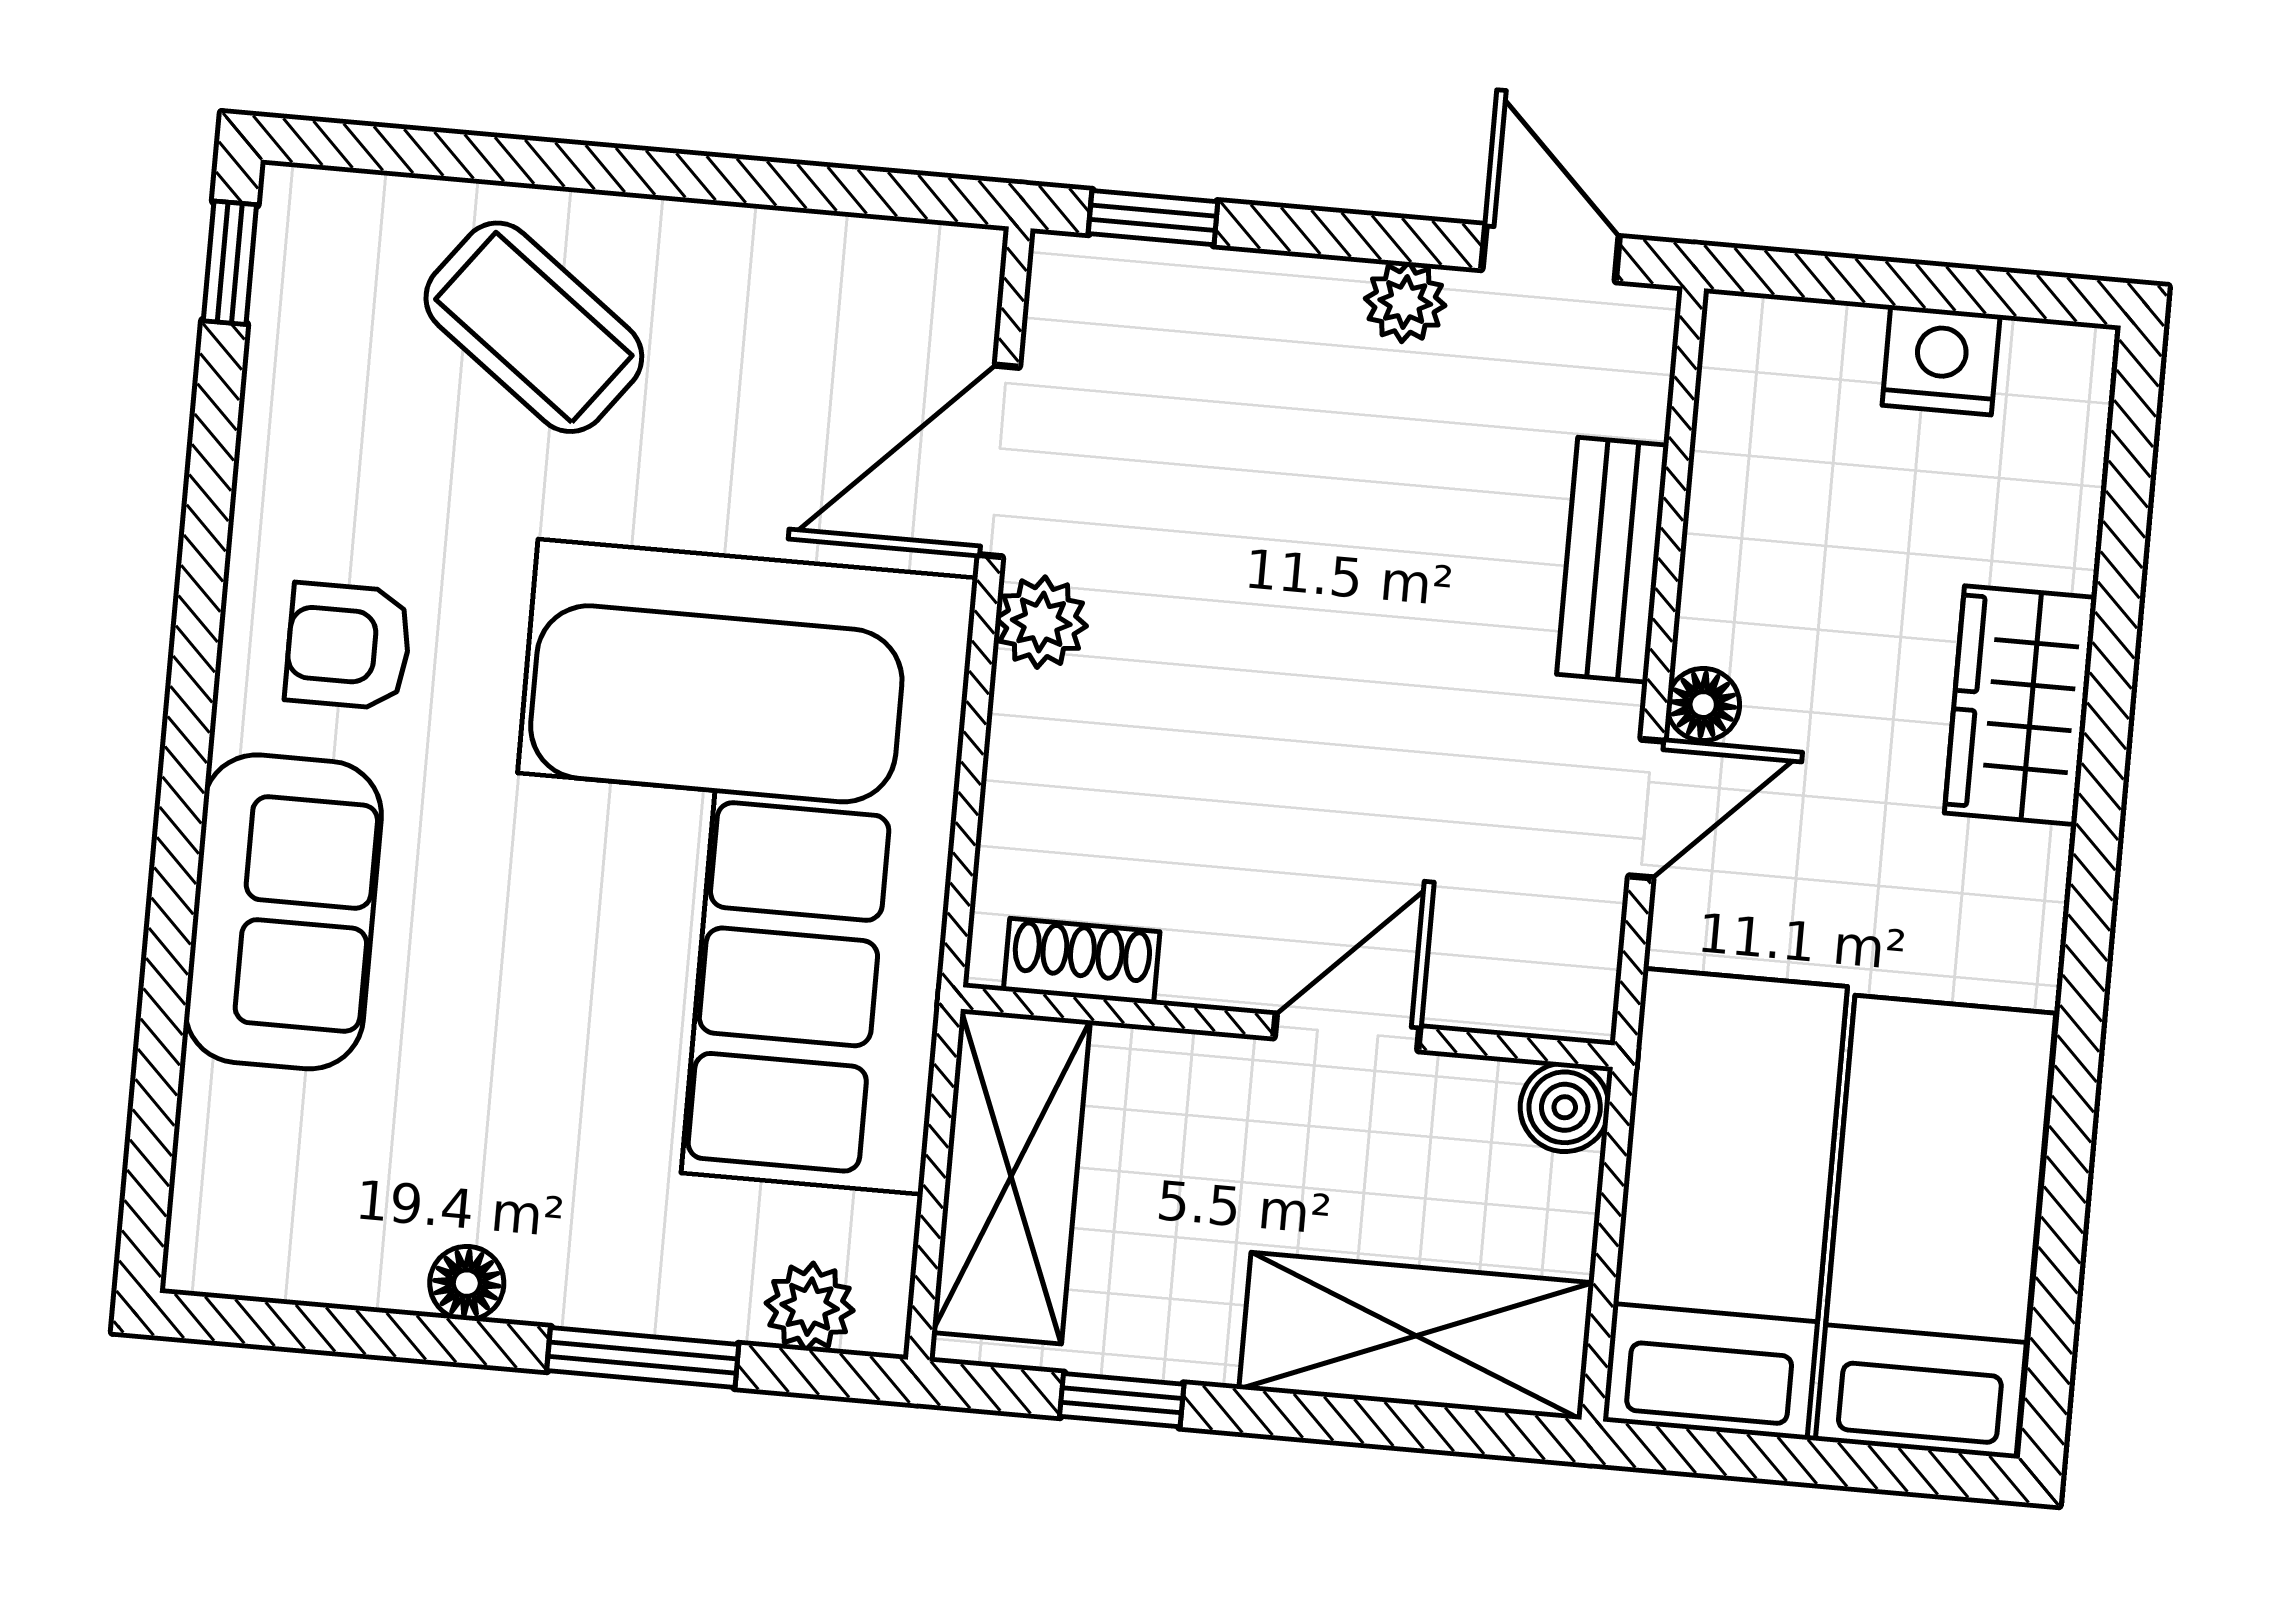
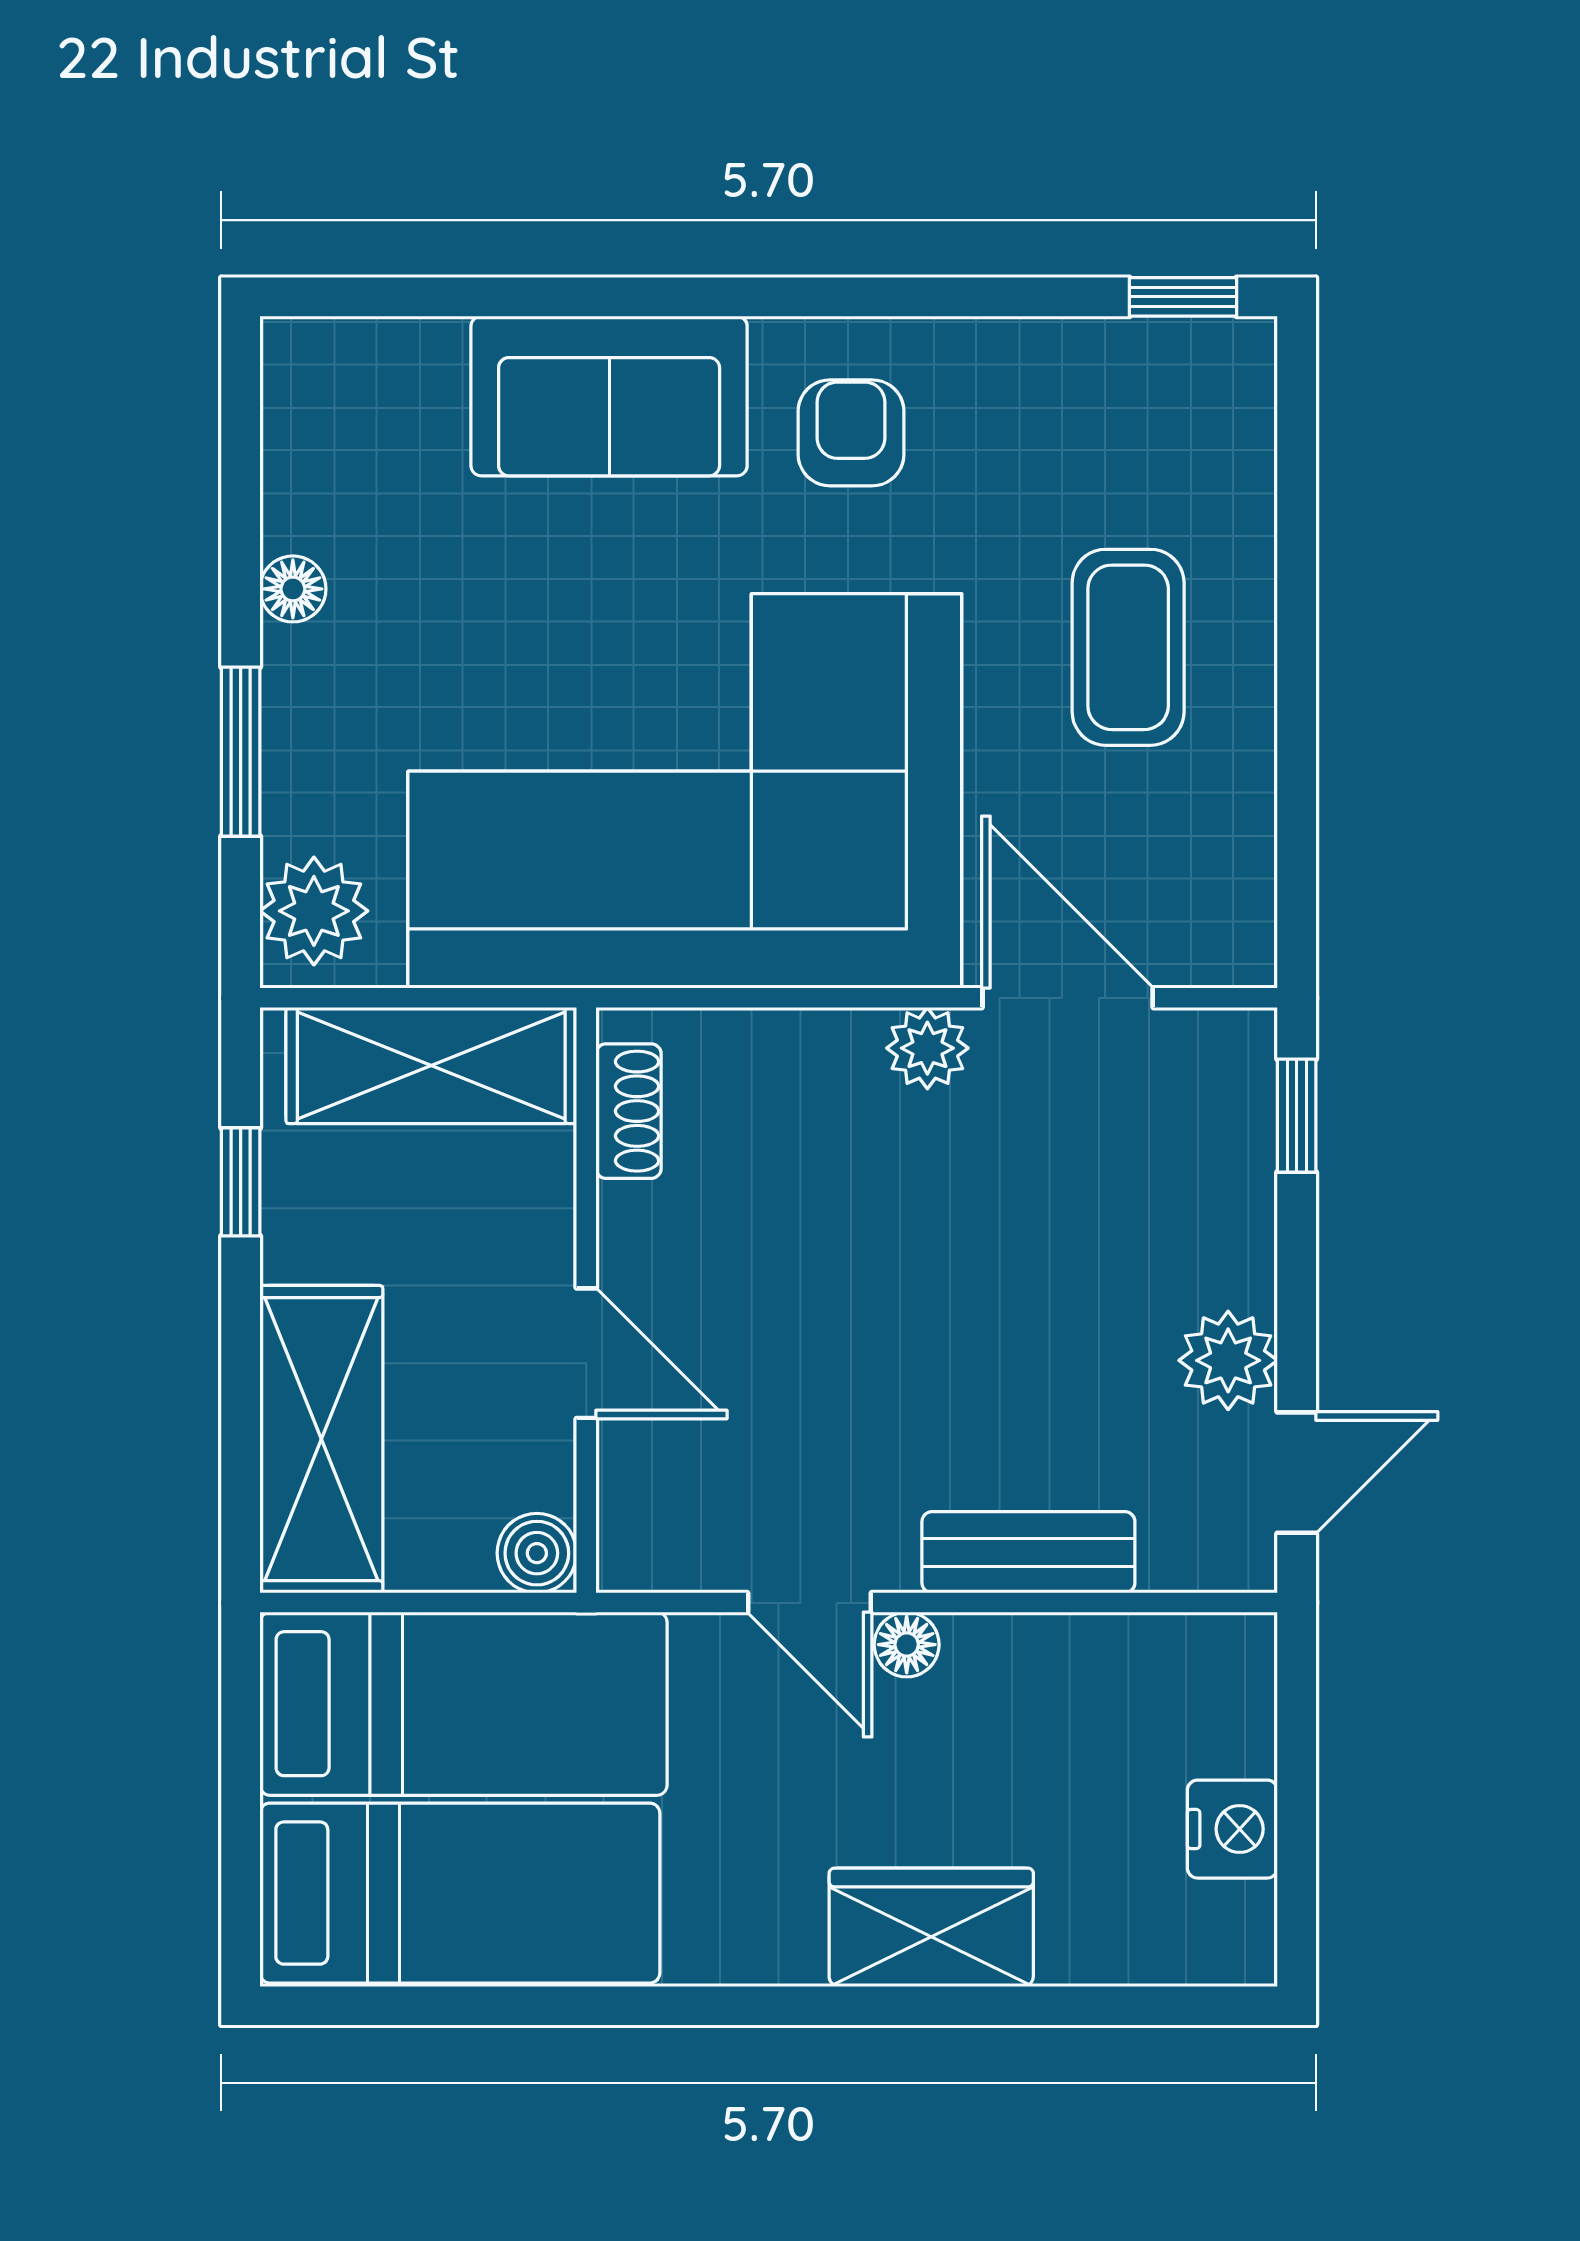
plant: (1405, 302) -> (1228, 1360), width x1.38, depth x1.38
coffee table: (534, 327) -> (1128, 647), moved, turned -37
plant: (810, 1307) -> (314, 911), width x1.38, depth x1.38

